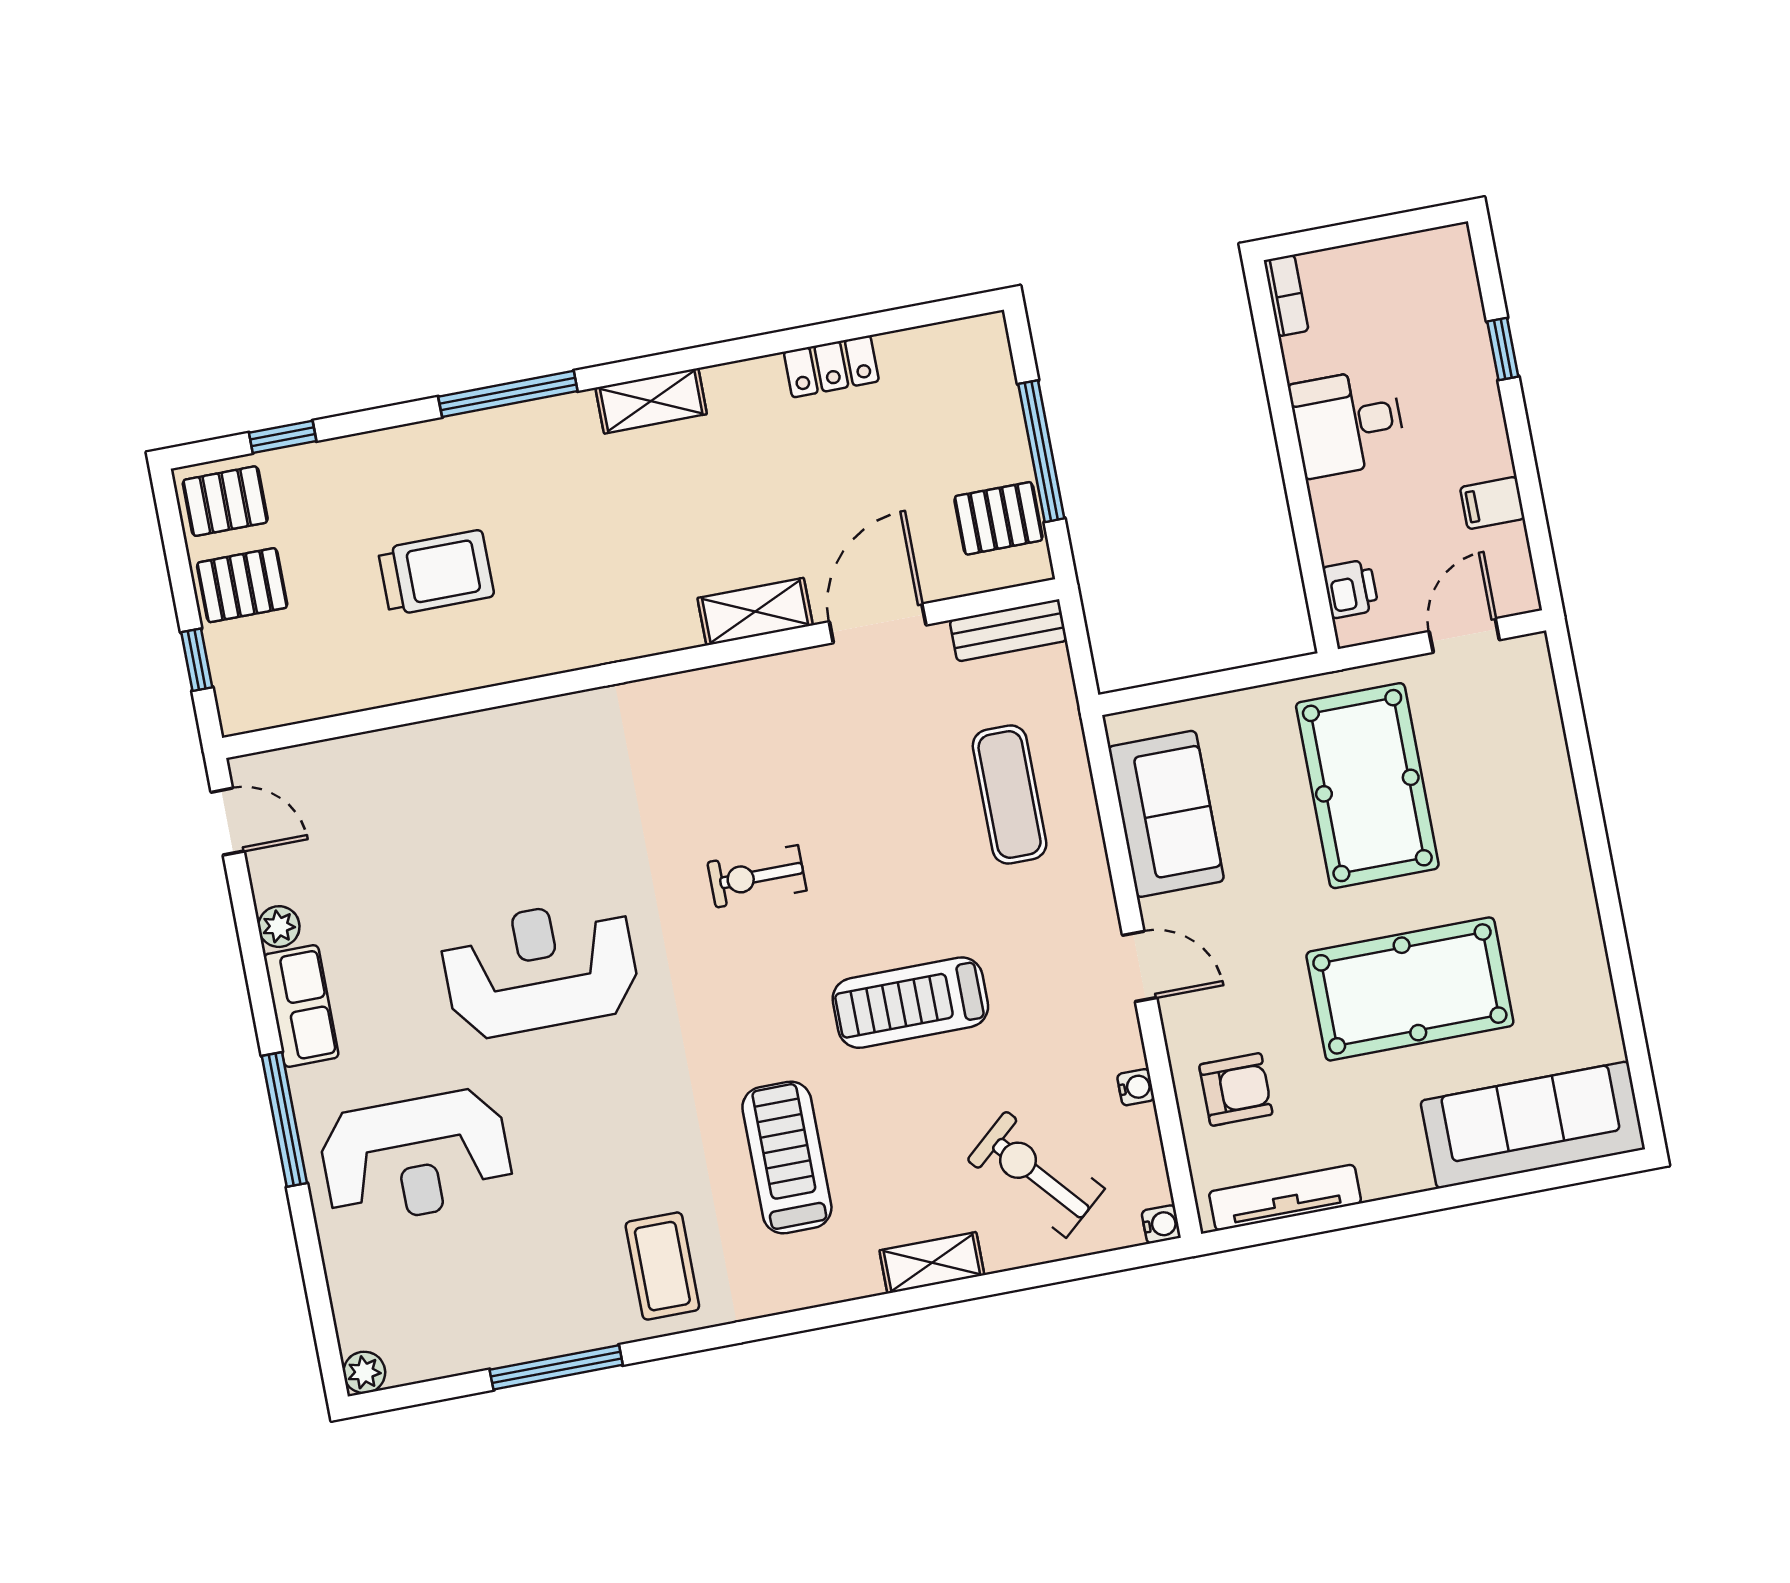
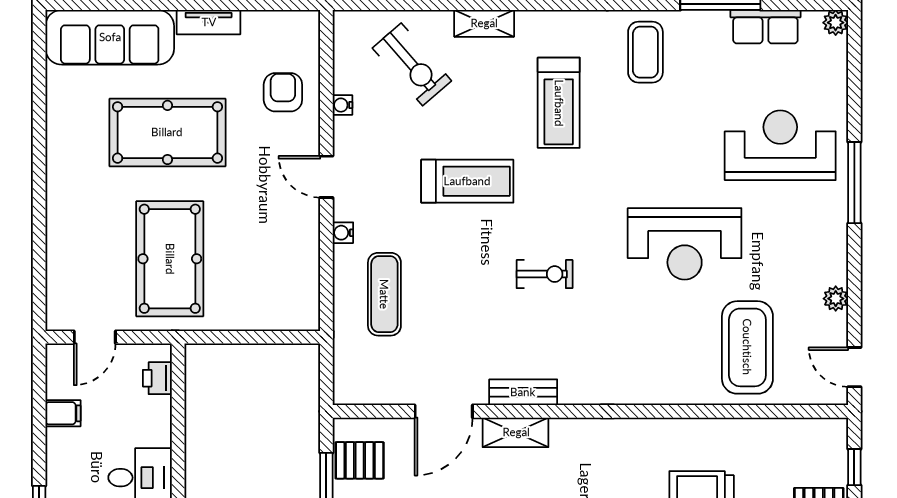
bench: (1008, 630) -> (523, 392), moved
sofa: (1166, 814) -> (293, 265), removed
coffee table: (407, 820) -> (747, 347), added
row of seats: (301, 1006) -> (765, 27), moved, turned -90
armchair: (1236, 1089) -> (283, 92), turned 90
tv unit: (1285, 1198) -> (209, 22), moved, width x0.71
water cooler: (1161, 1224) -> (343, 233), moved

